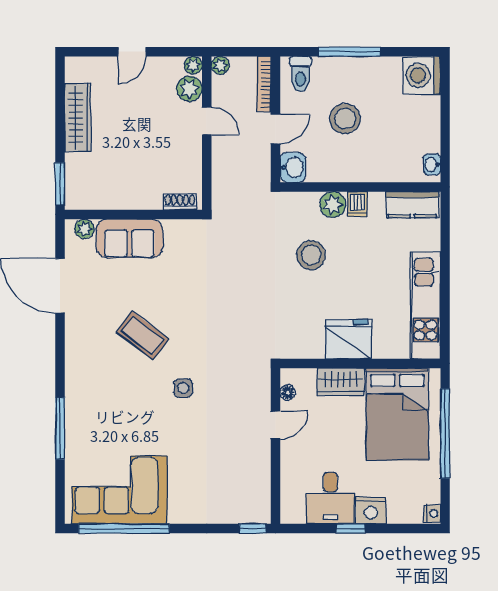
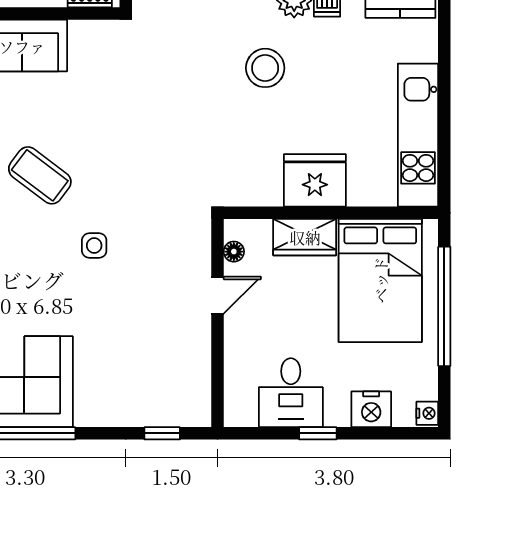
nightstand: (371, 511) -> (371, 409), moved
window: (253, 528) -> (162, 433), moved

